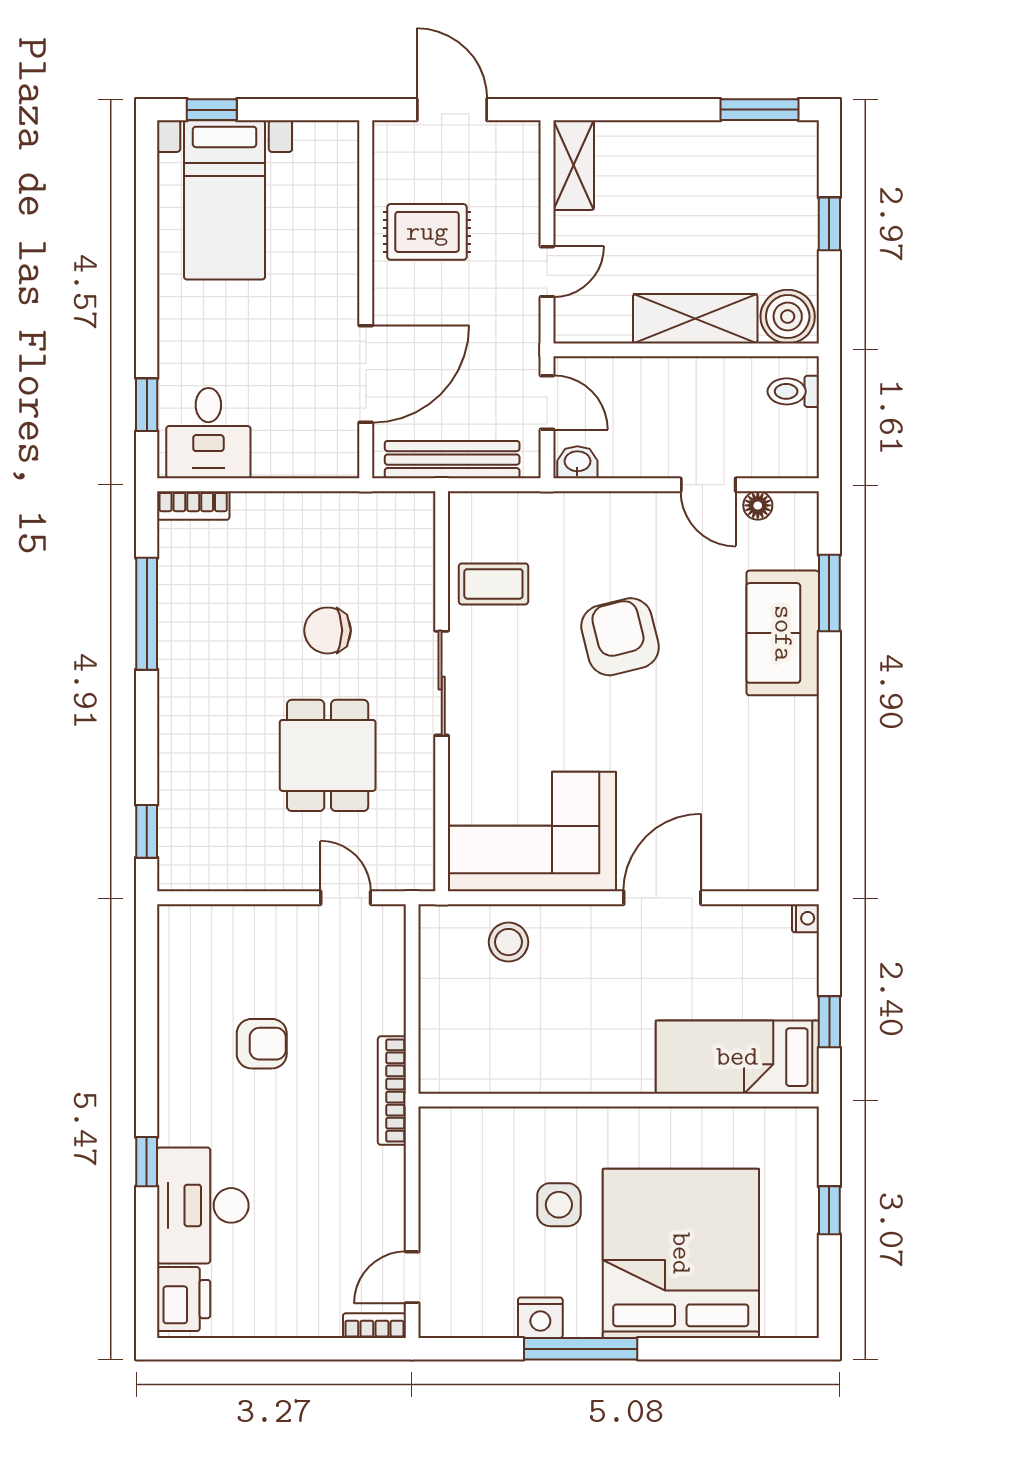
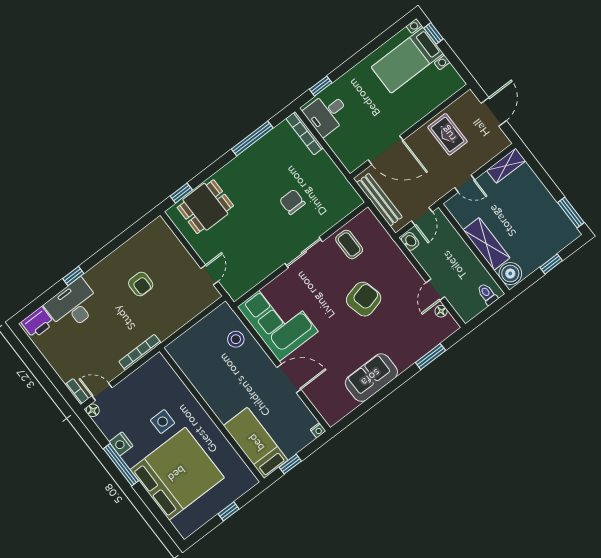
bookcase: (193, 505) -> (305, 133), width x1.56
sofa: (783, 633) -> (371, 378), moved
dining table: (328, 755) -> (205, 207), moved
bookcase: (392, 1091) -> (140, 352), moved
floor lamp: (434, 1323) -> (93, 410), added

